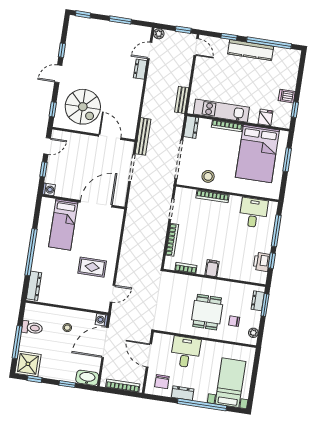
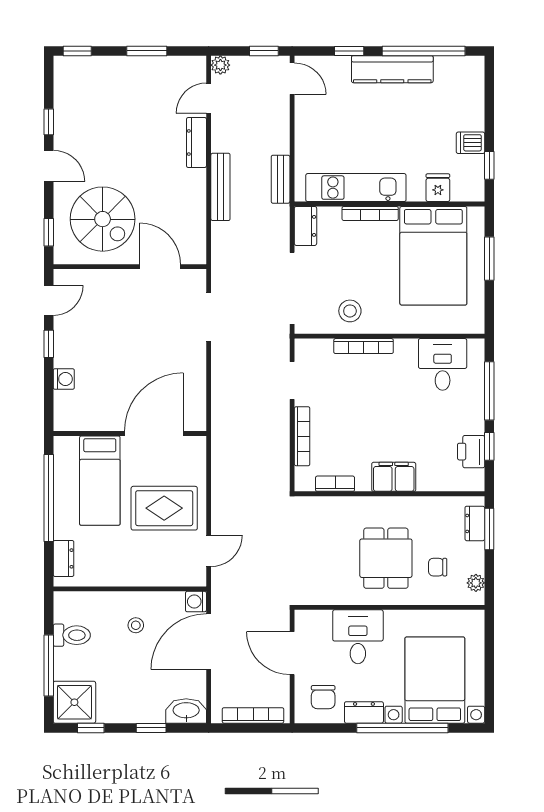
dresser: (140, 69) -> (196, 142), width x1.44
door: (58, 74) -> (49, 166), swing flipped
bench: (143, 136) -> (220, 187), moved
wall: (83, 202) -> (130, 434), moved
door: (96, 204) -> (154, 434), moved
bed: (63, 225) -> (100, 481), moved
rug: (92, 267) -> (164, 508), width x1.36, depth x1.43
filing cabinet: (212, 268) -> (394, 477), width x2.00
dresser: (34, 286) -> (64, 558), width x0.70
bed with nightstands: (230, 383) -> (435, 680), width x1.36

